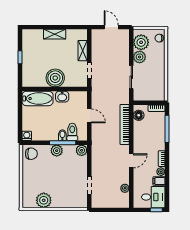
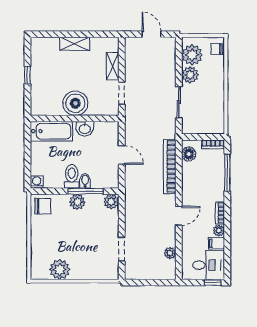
toilet: (72, 132) -> (72, 176), moved

